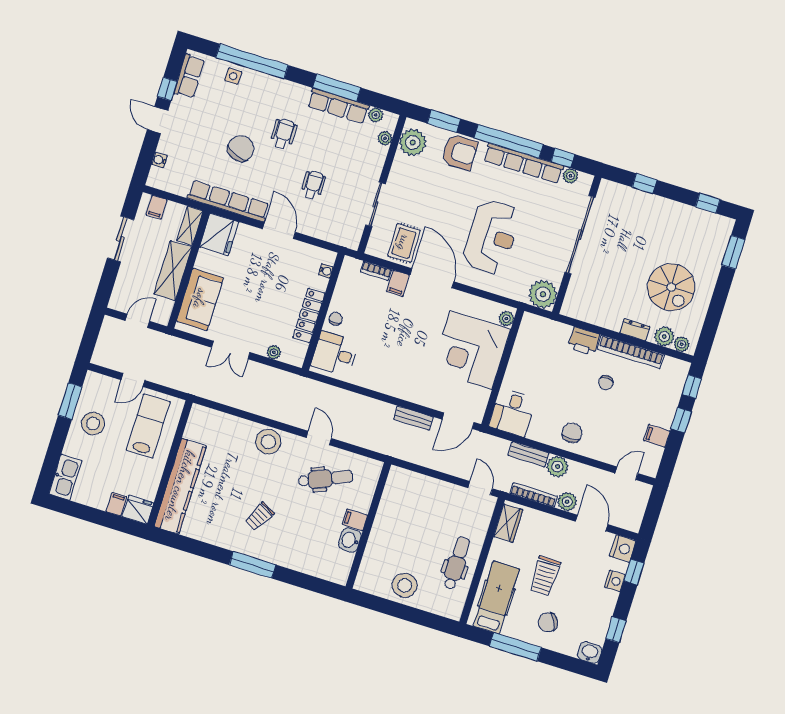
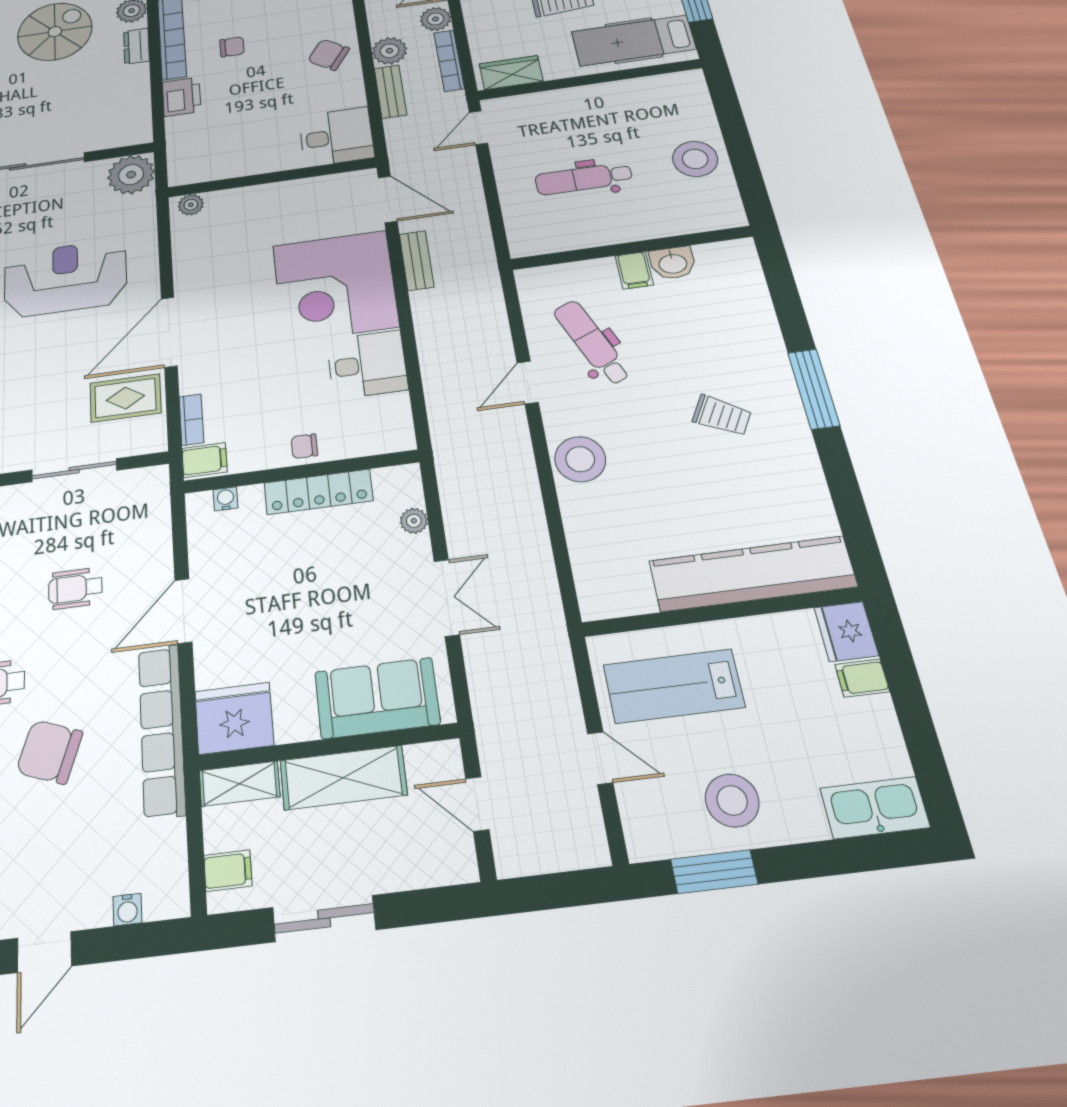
filing cabinet: (398, 283) -> (204, 460), moved
corner desk: (471, 350) -> (335, 286), moved, turned 90
desk: (335, 354) -> (367, 364), moved, turned -90
chair: (572, 433) -> (329, 55), turned 34
dental chair: (457, 563) -> (584, 179), moved

